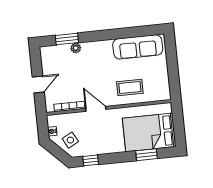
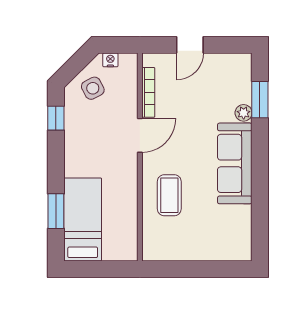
sofa: (138, 47) -> (235, 163), moved
door: (38, 84) -> (190, 45), hinge flipped
bed: (149, 132) -> (83, 219), width x0.67

